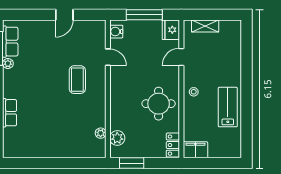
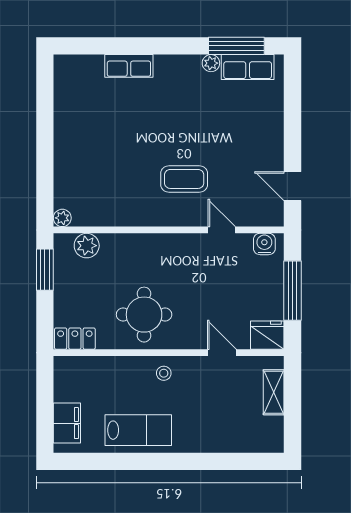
door: (64, 15) -> (292, 186), moved
door: (108, 57) -> (222, 230), swing flipped
plant: (101, 133) -> (62, 218), moved
filing cabinet: (195, 150) -> (67, 423), moved

